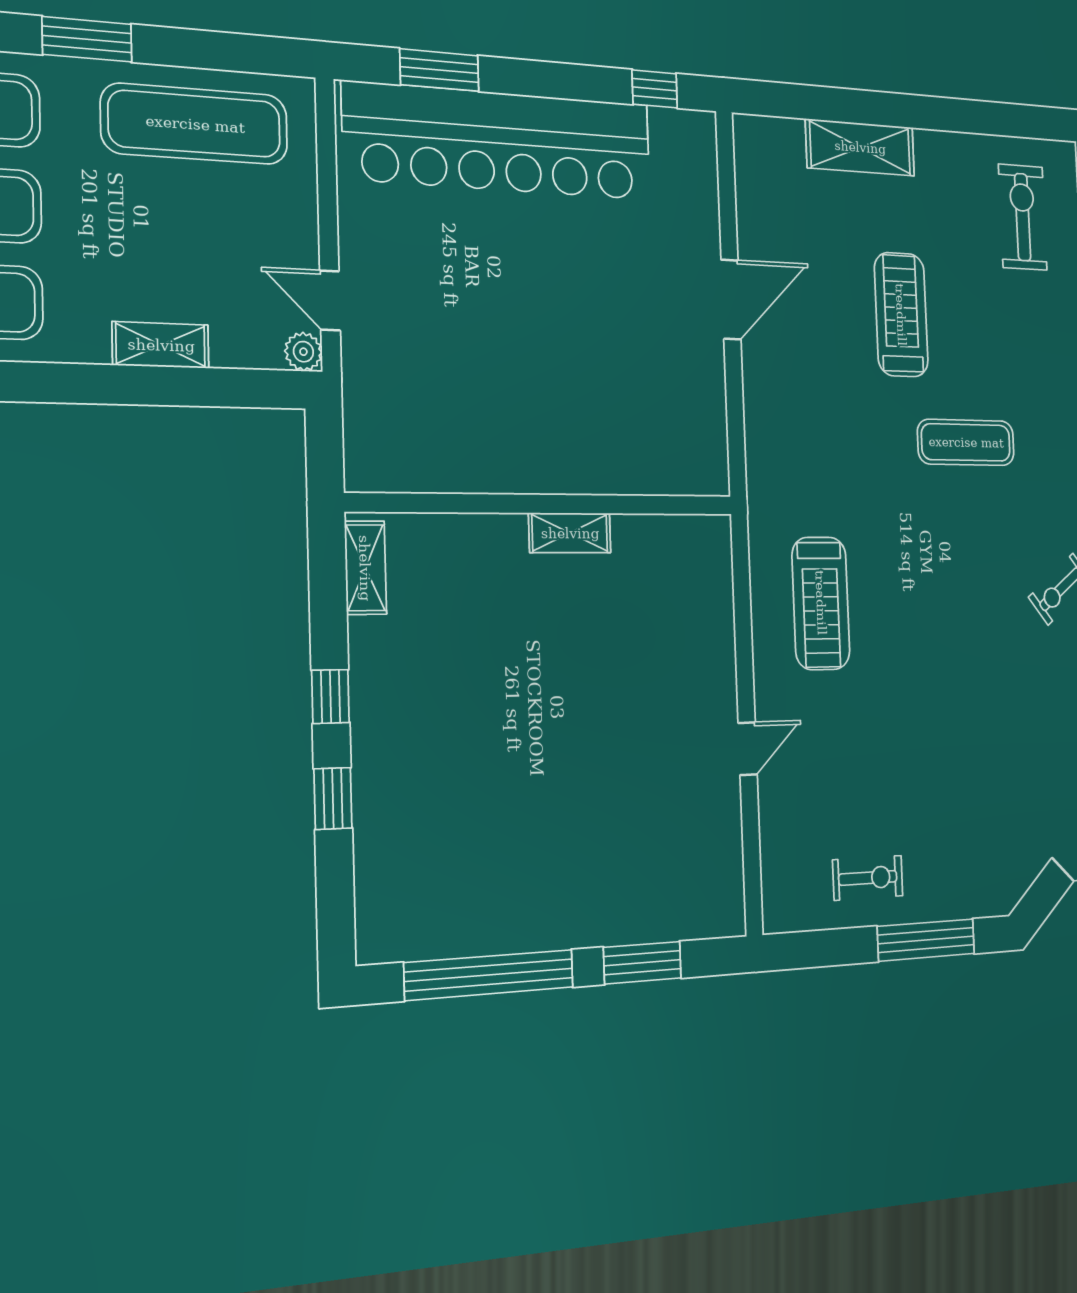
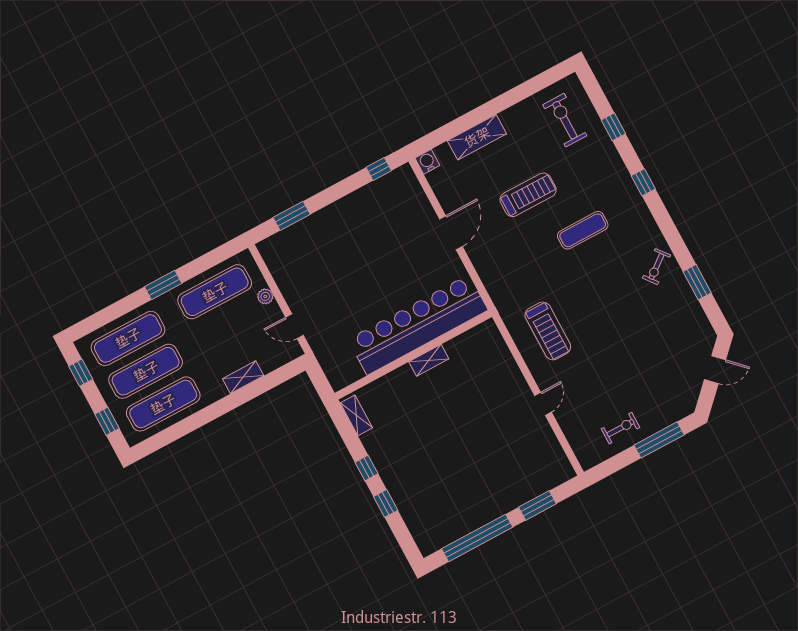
water cooler: (751, 135) -> (427, 162), added
bar counter: (499, 141) -> (418, 325), moved, turned 180
treadmill: (901, 315) -> (528, 195), turned 90
plant: (303, 352) -> (265, 296), moved

